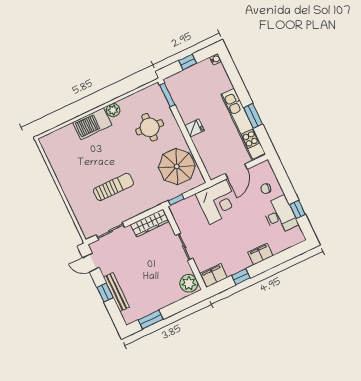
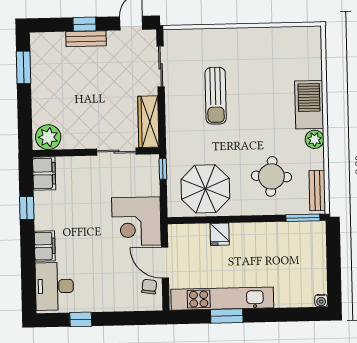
window: (188, 62) -> (334, 263), removed
bench: (145, 94) -> (317, 190), added
fridge: (194, 128) -> (220, 234), moved
chair: (266, 189) -> (149, 287), moved
desk: (280, 215) -> (54, 286), moved, turned 90
sliding door: (184, 247) -> (116, 152), moved
bench: (116, 292) -> (86, 39), width x0.73

